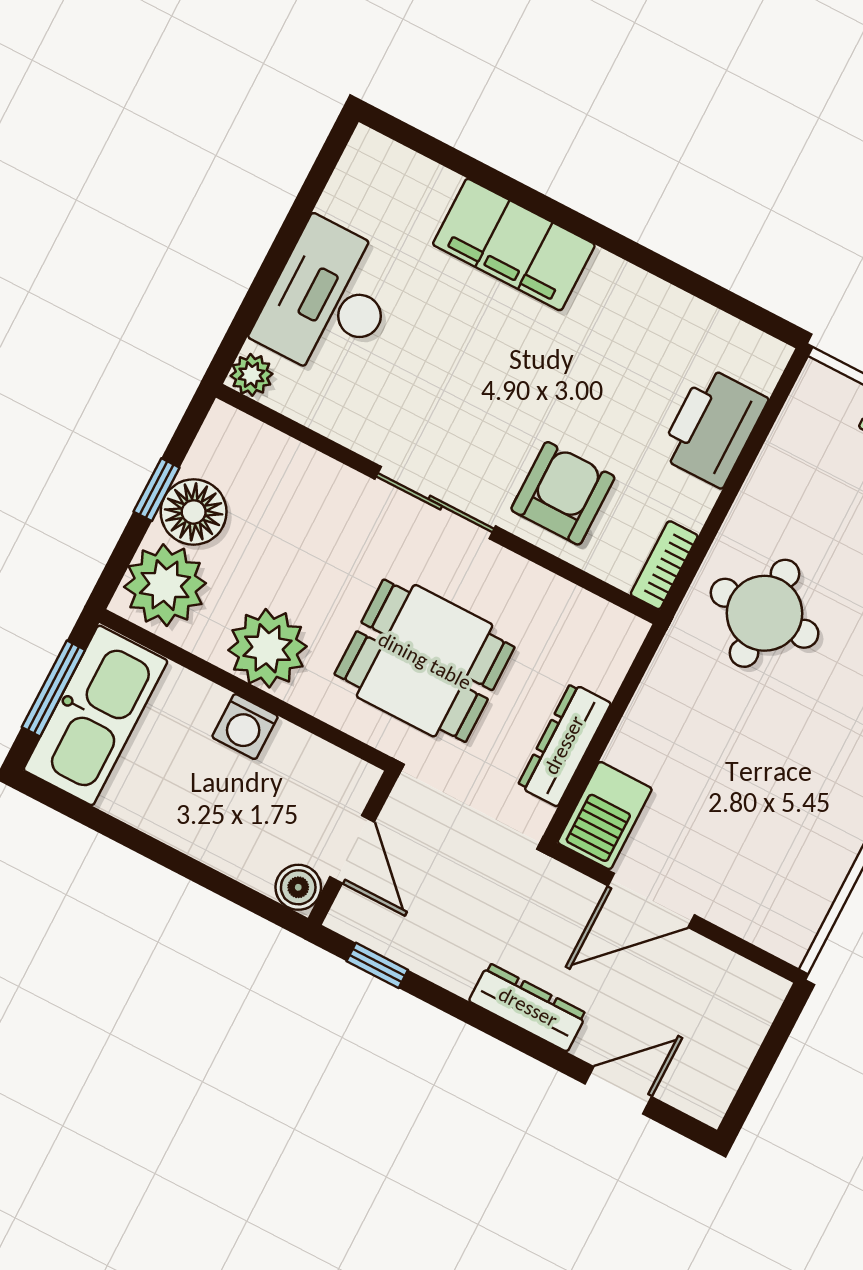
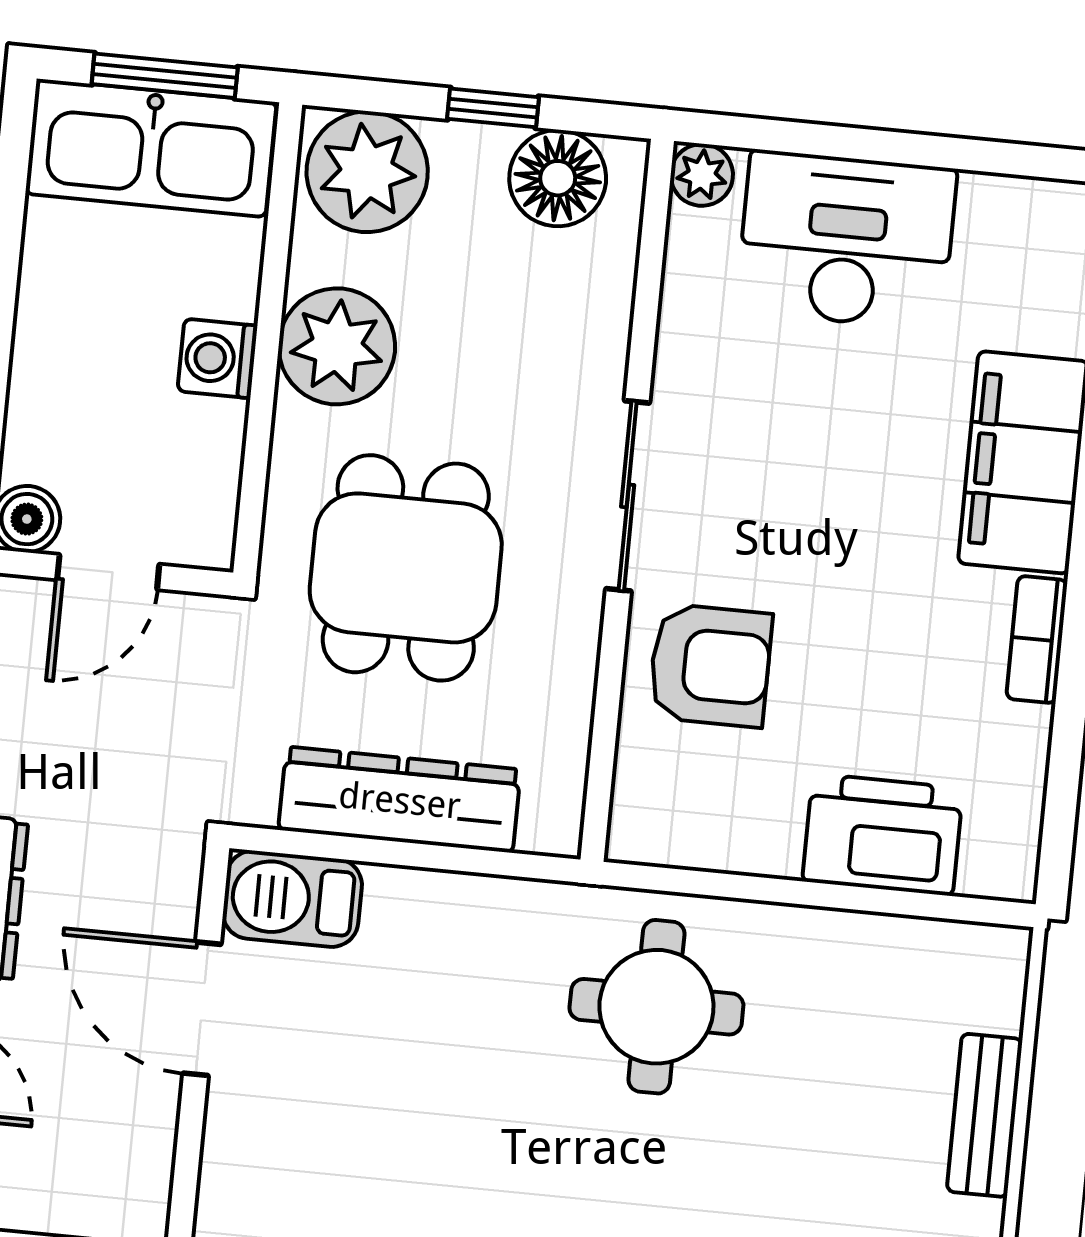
floor lamp: (194, 512) -> (558, 178), moved
bookcase: (664, 565) -> (1037, 640), moved, turned -90
dresser: (564, 745) -> (400, 800), width x1.37, depth x1.24

